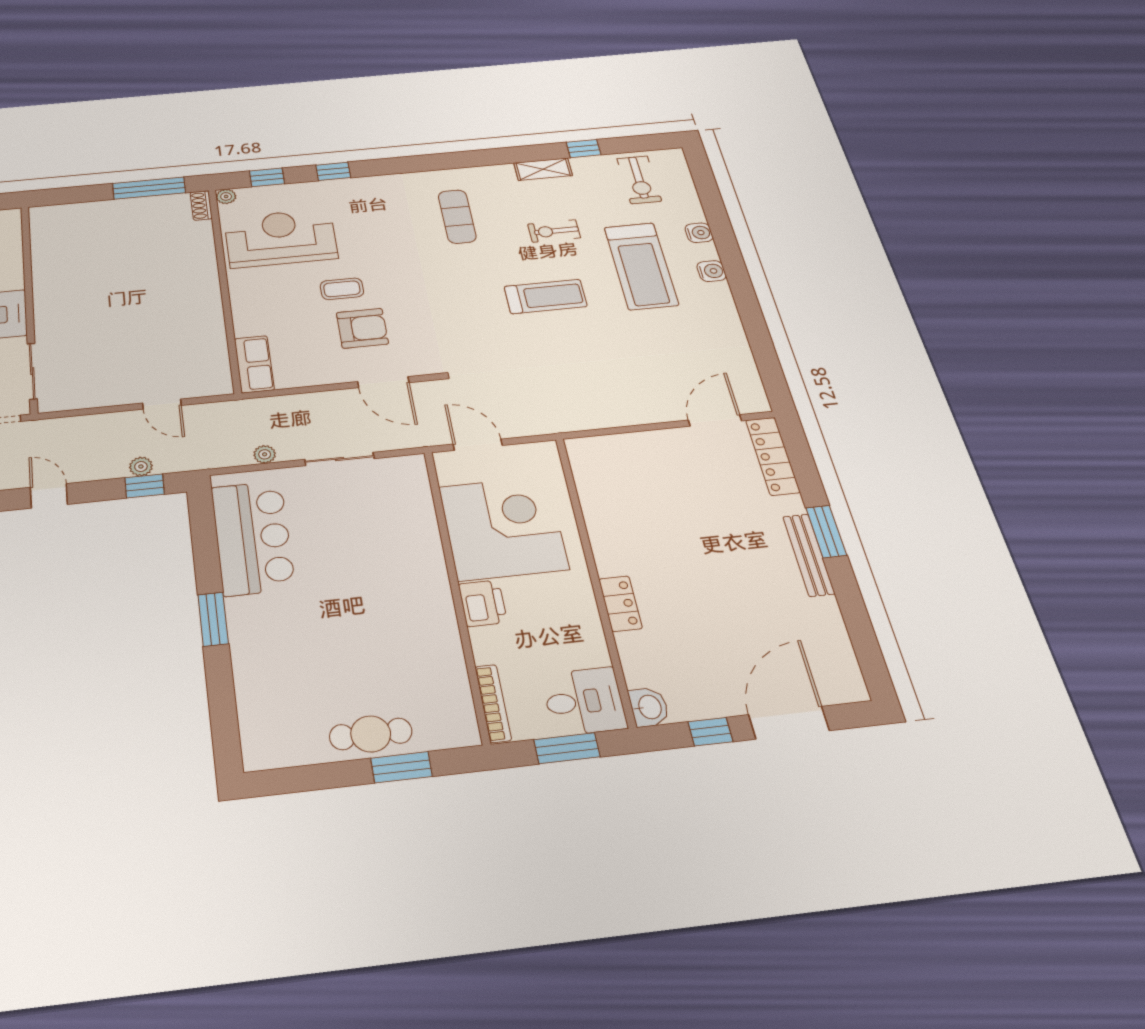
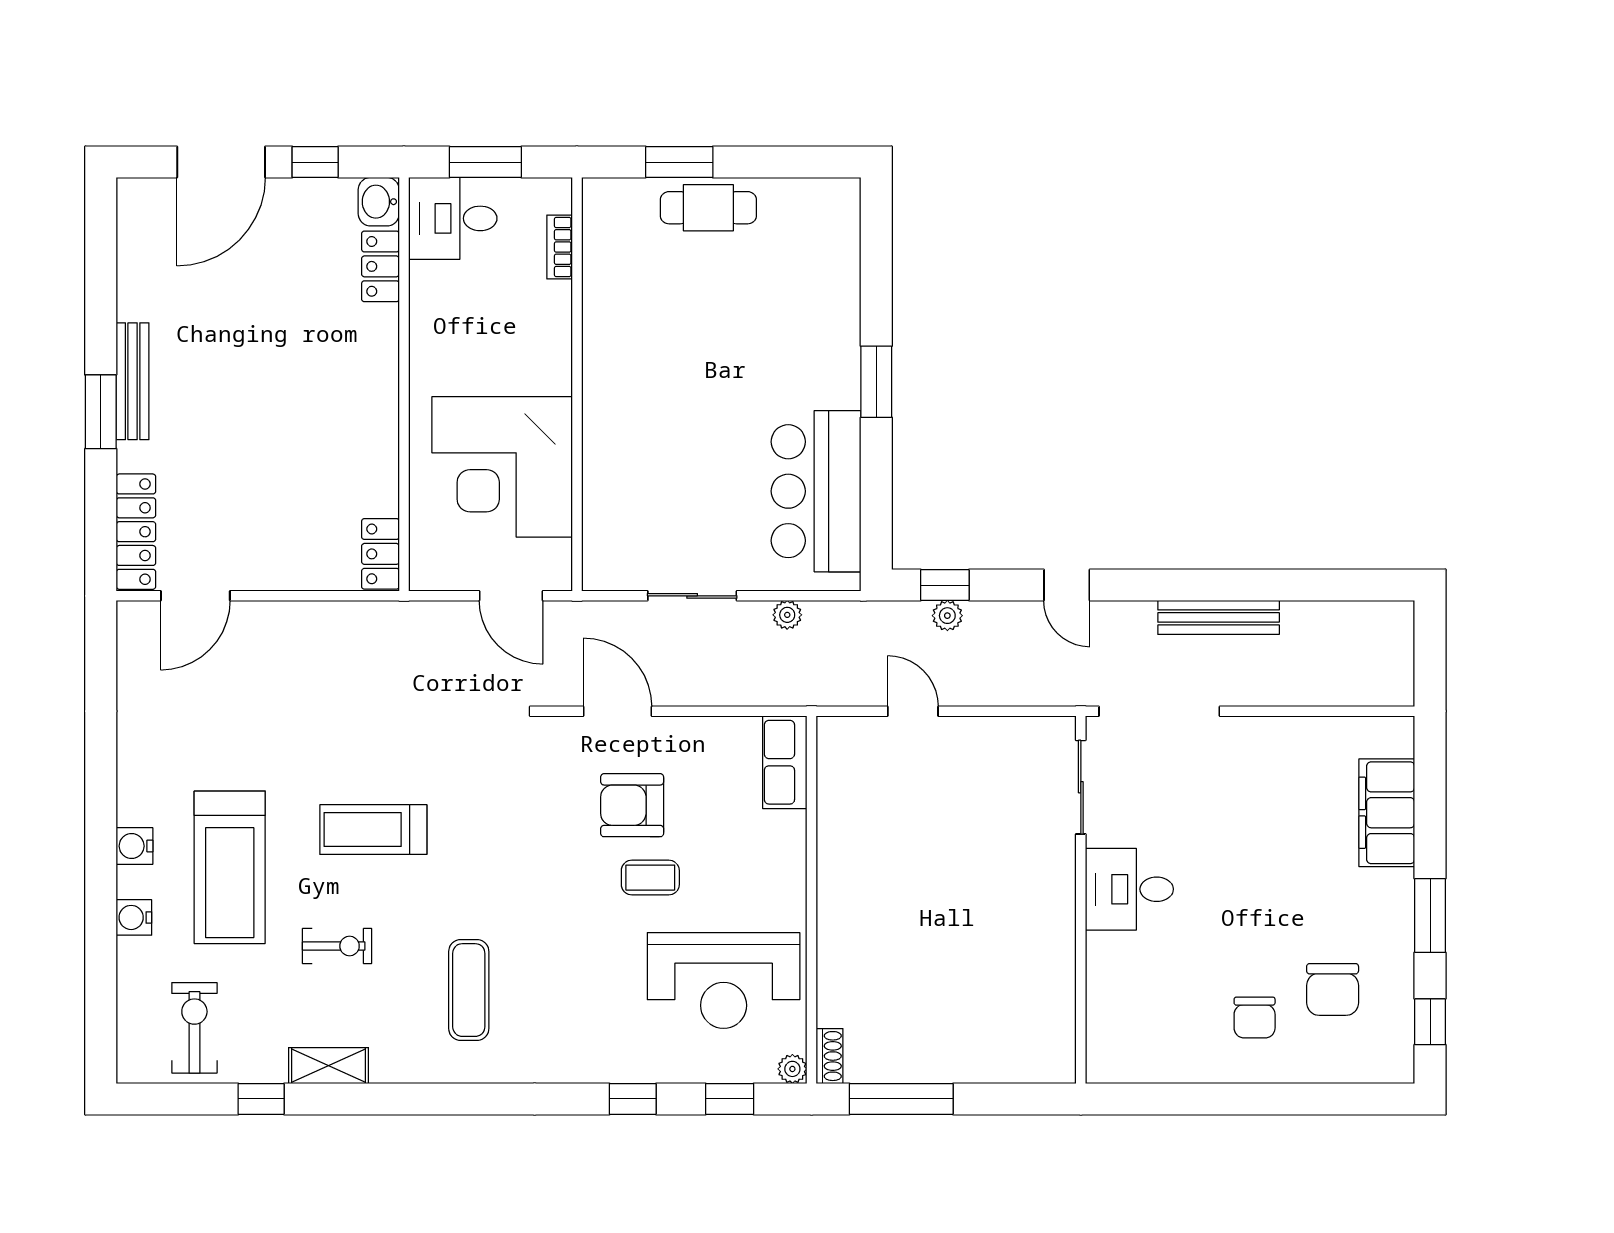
treadmill: (641, 266) -> (230, 867), turned 180
locker: (583, 461) -> (380, 554), added
printer: (483, 603) -> (547, 363), removed
locker: (621, 604) -> (380, 266), moved
bookcase: (493, 703) -> (560, 247), width x0.64

